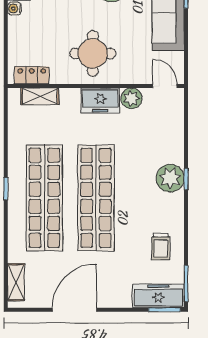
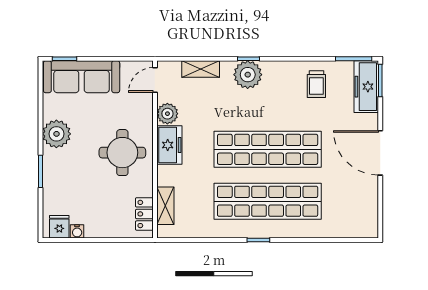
trolley: (161, 246) -> (316, 84), turned 90
shelving: (16, 282) -> (201, 69), moved
door: (75, 310) -> (380, 153), moved

